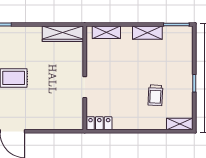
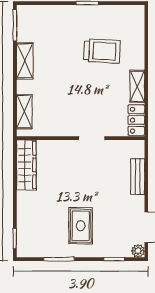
trolley: (155, 95) -> (102, 51), width x1.36, depth x1.39
bench: (54, 124) -> (138, 177), added
shelving: (180, 124) -> (137, 86), moved

